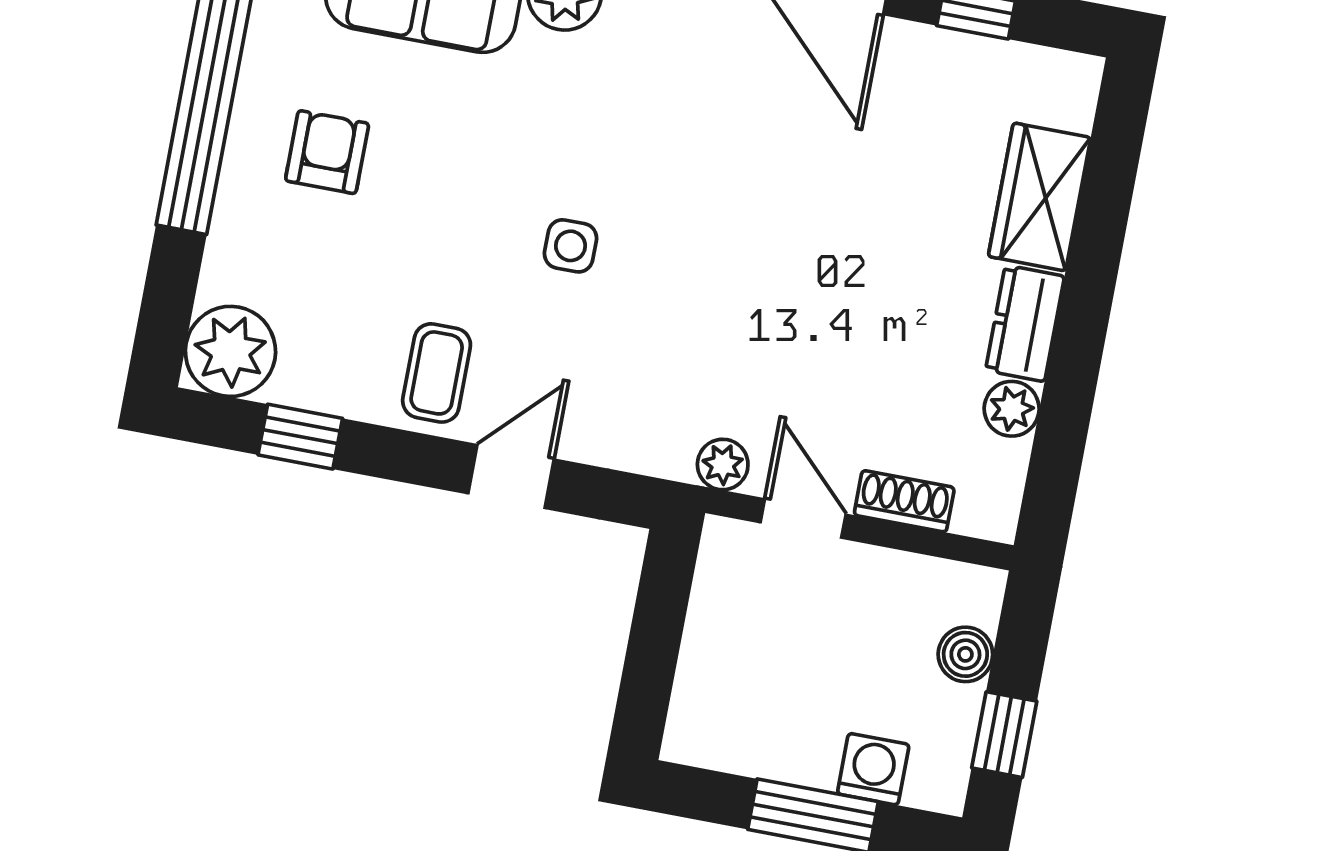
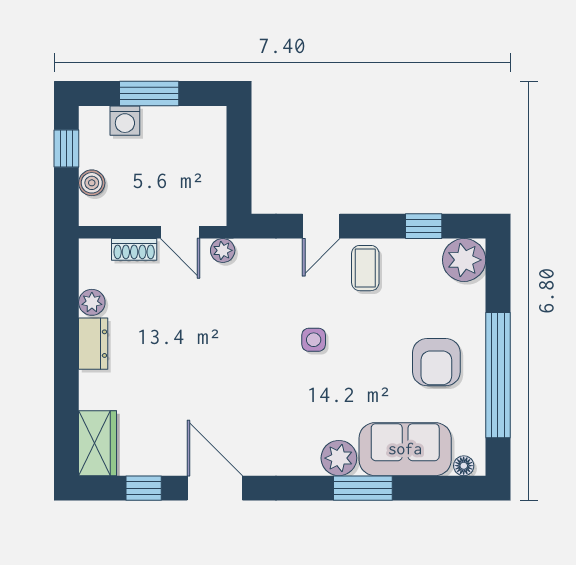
armchair: (327, 152) -> (436, 362), width x1.38, depth x1.38
wardrobe: (1039, 197) -> (98, 443), moved

